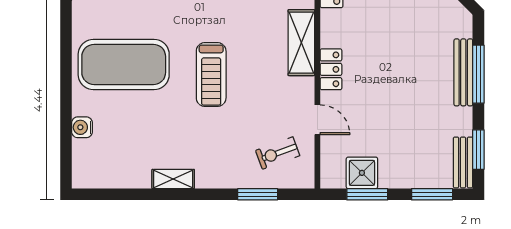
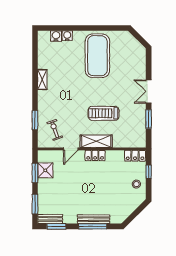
shelving: (301, 43) -> (96, 141), moved
treadmill: (211, 75) -> (104, 113), moved
water cooler: (83, 151) -> (56, 36), added

